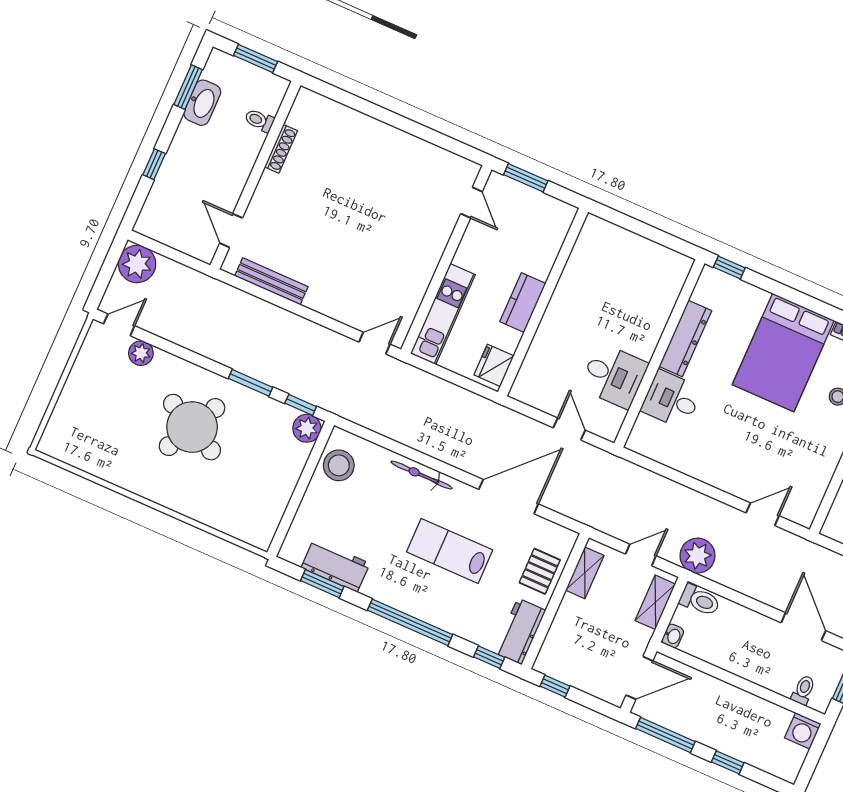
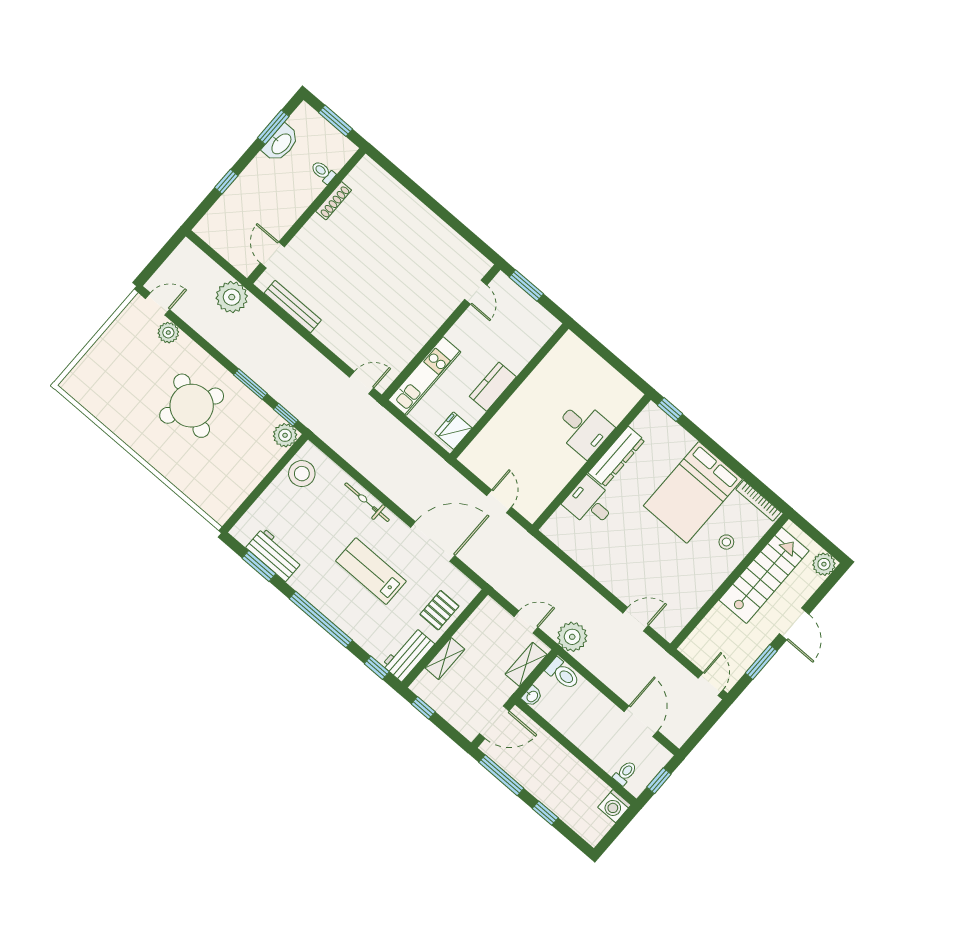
plant: (137, 264) -> (232, 297), moved
desk: (614, 376) -> (584, 429), moved
shelving: (585, 573) -> (445, 659), moved

